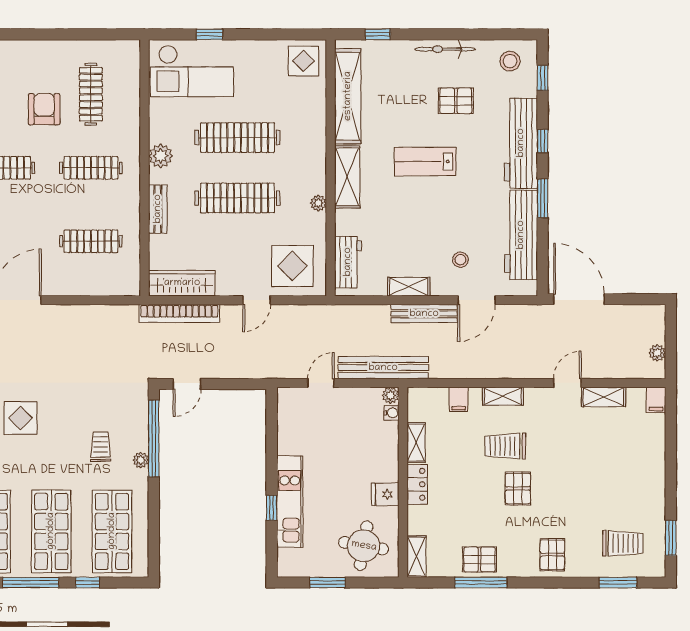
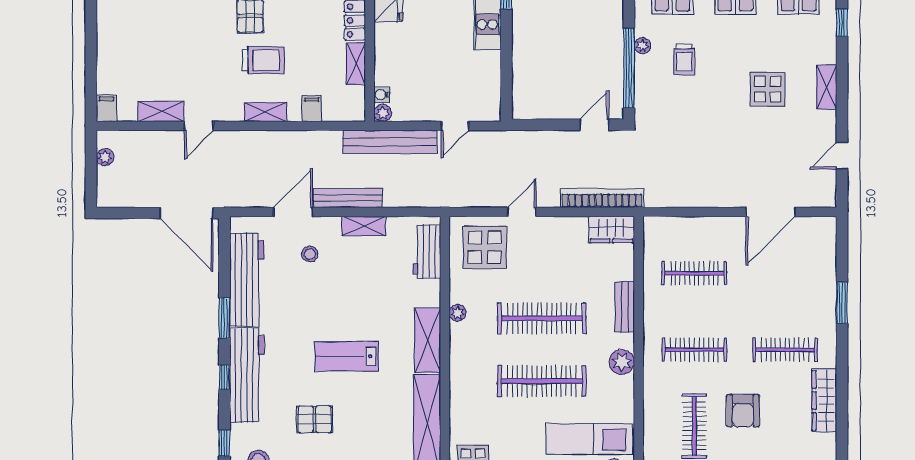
lab bench: (425, 161) -> (347, 356), turned 180
wardrobe: (182, 283) -> (611, 230), width x0.67

